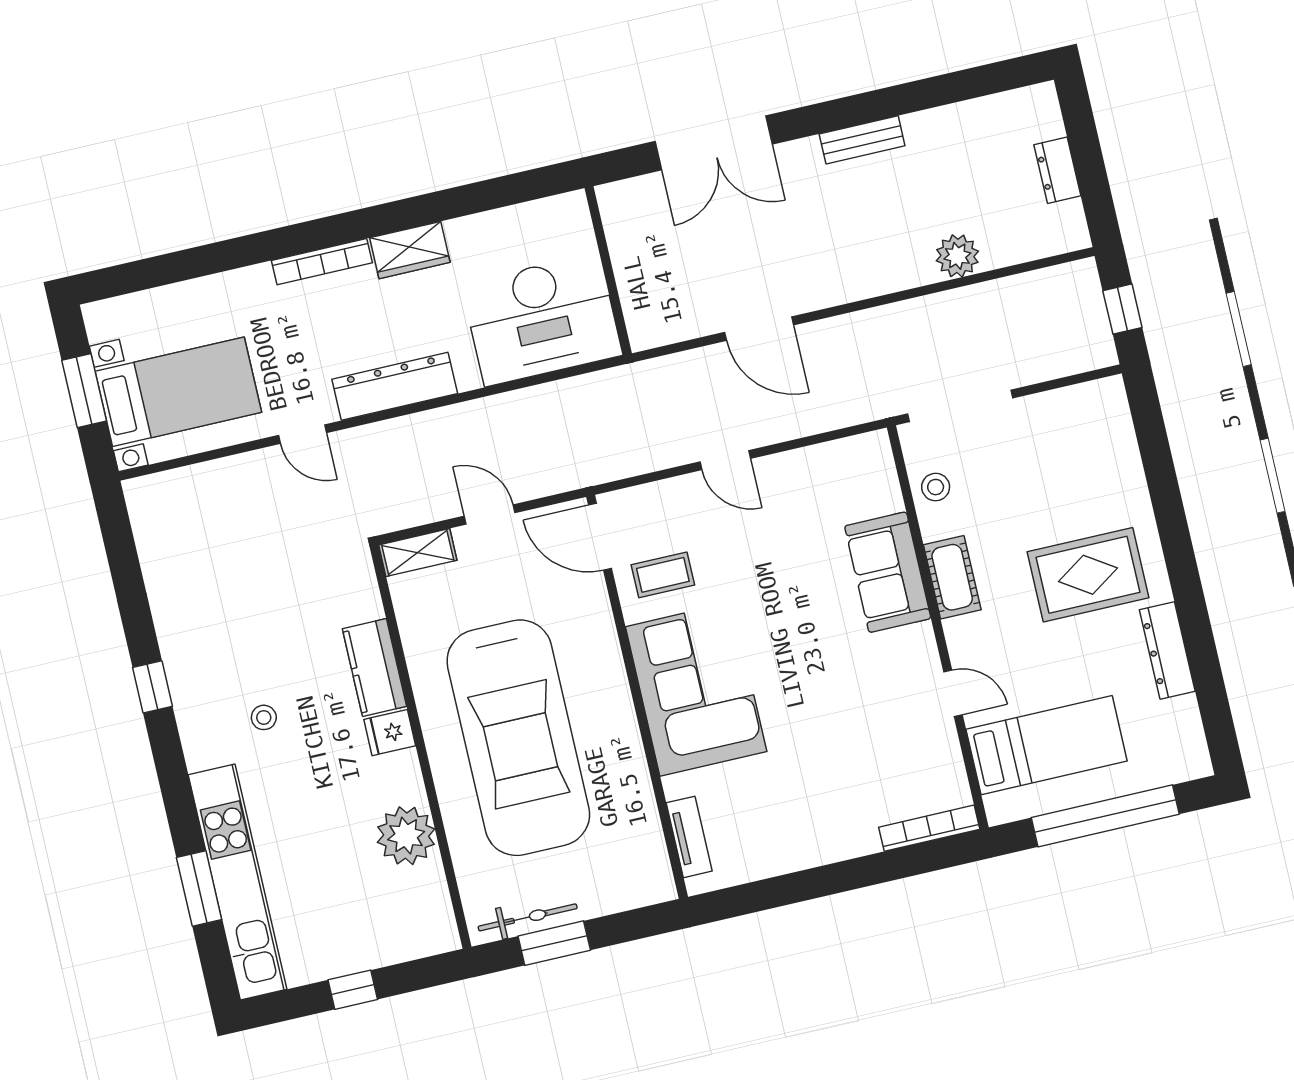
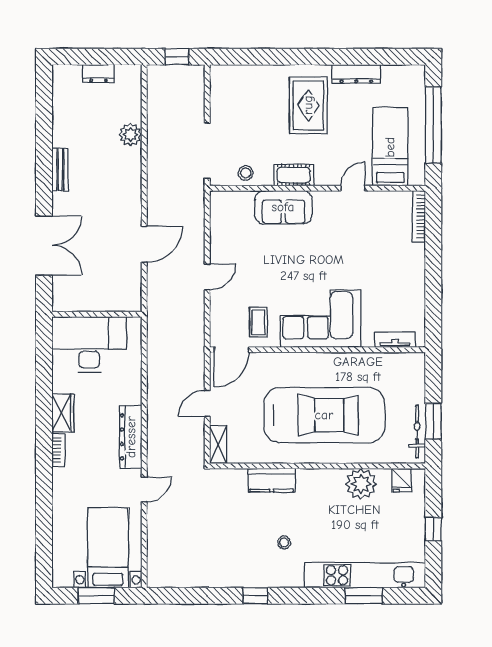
bookcase: (322, 262) -> (58, 450), width x0.64
desk: (542, 320) -> (89, 345), moved, turned -90
fridge: (390, 733) -> (401, 480), moved

